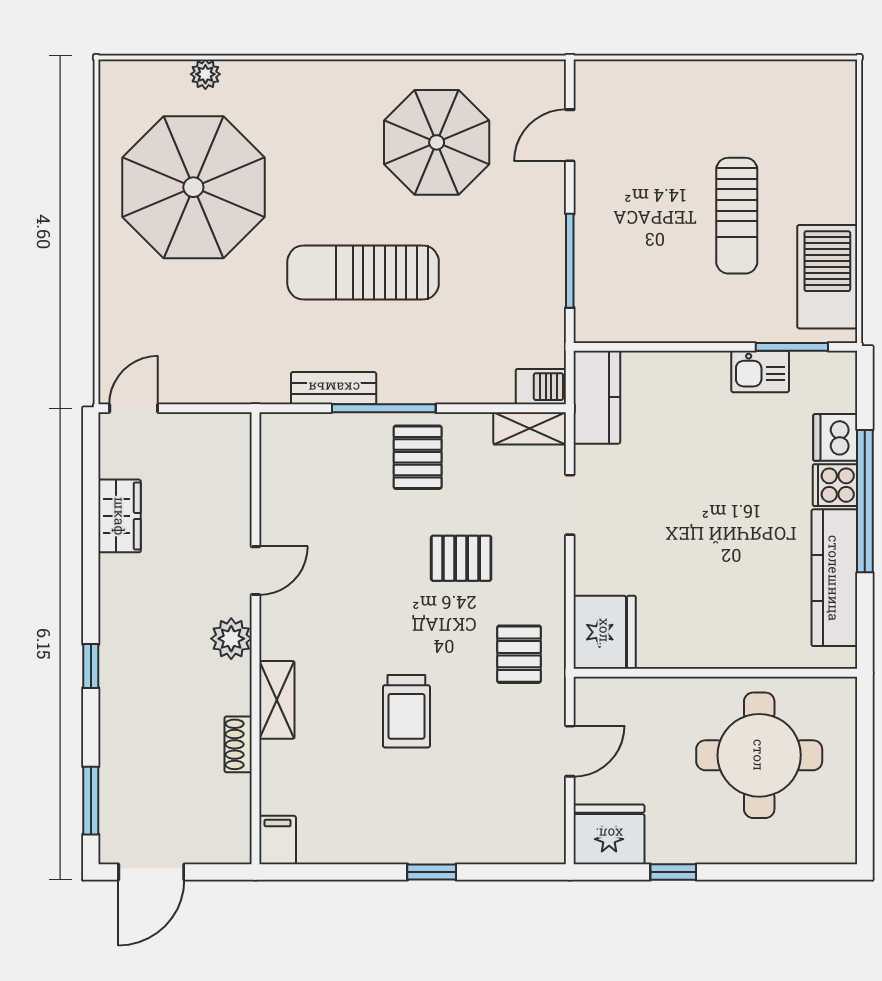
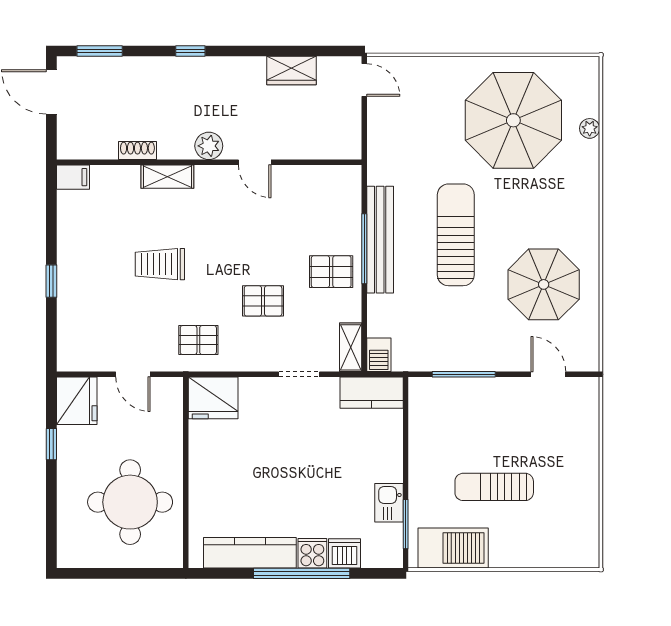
bench: (334, 388) -> (380, 240), width x1.86, depth x1.21
pallet: (461, 558) -> (263, 301), turned 90

